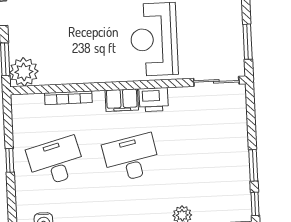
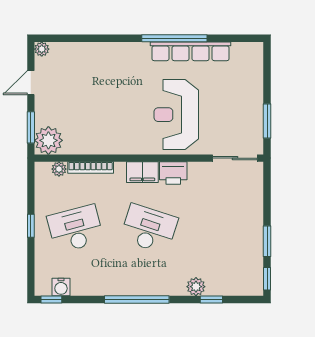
plant: (36, 101) -> (59, 169), added
desk: (131, 158) -> (149, 229), turned 30

